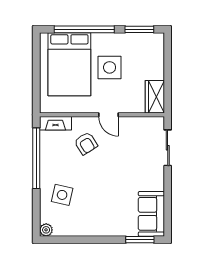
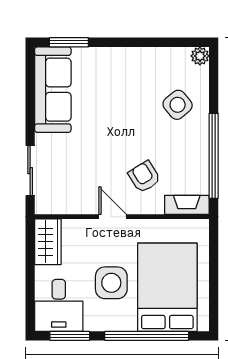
desk: (147, 51) -> (59, 305), added
side table: (62, 195) -> (178, 105), turned 37
sofa: (151, 214) -> (53, 90), width x1.36

